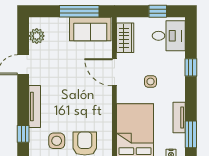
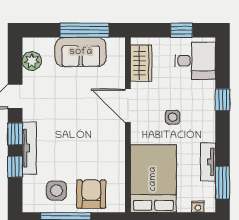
sofa: (90, 29) -> (81, 52), moved
window: (23, 95) -> (15, 134), added
window: (23, 134) -> (15, 167), moved

